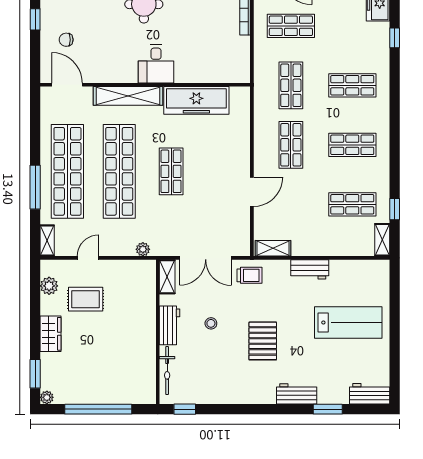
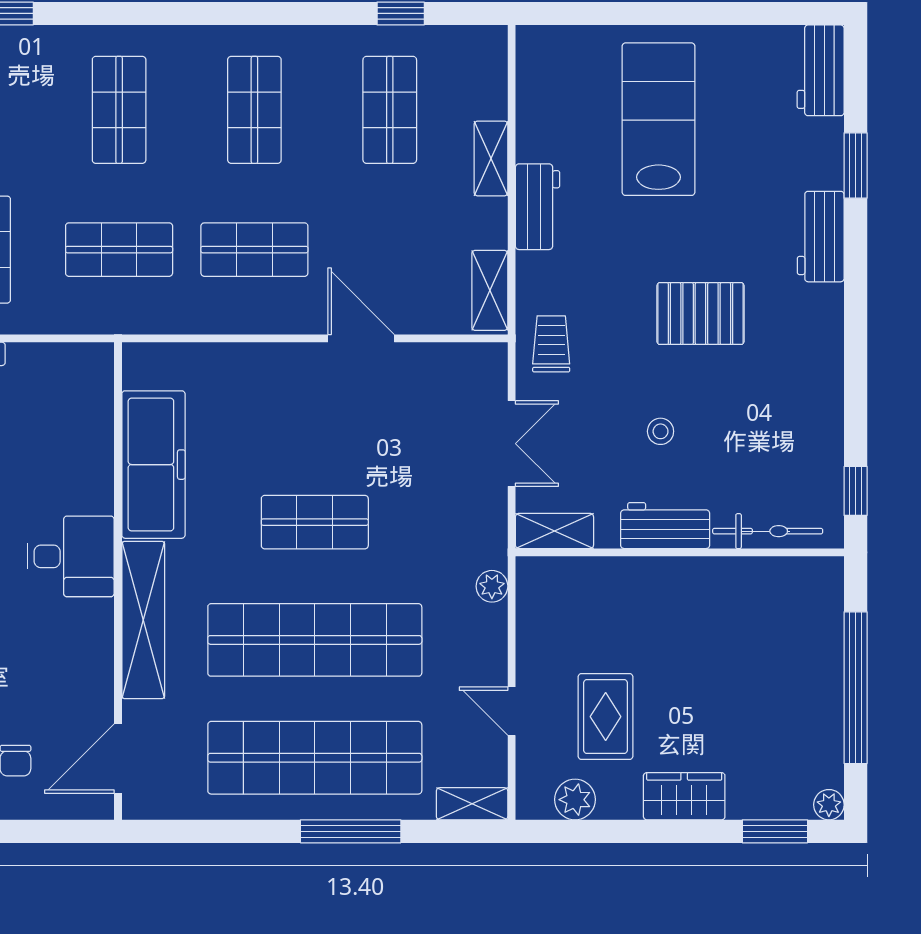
shelving: (382, 240) -> (491, 158), moved, turned 90
double door: (206, 258) -> (512, 444), width x0.73

